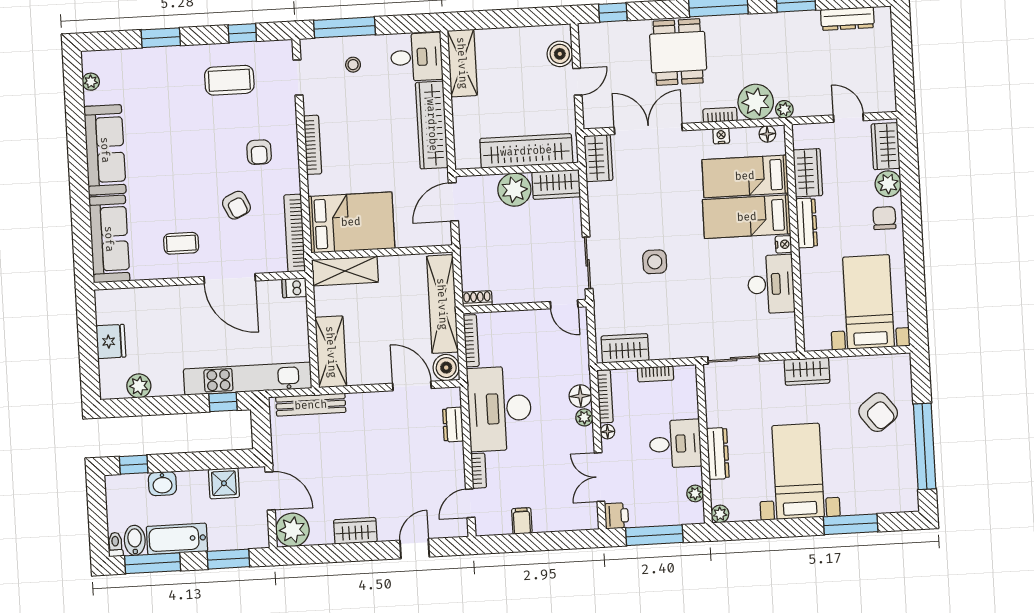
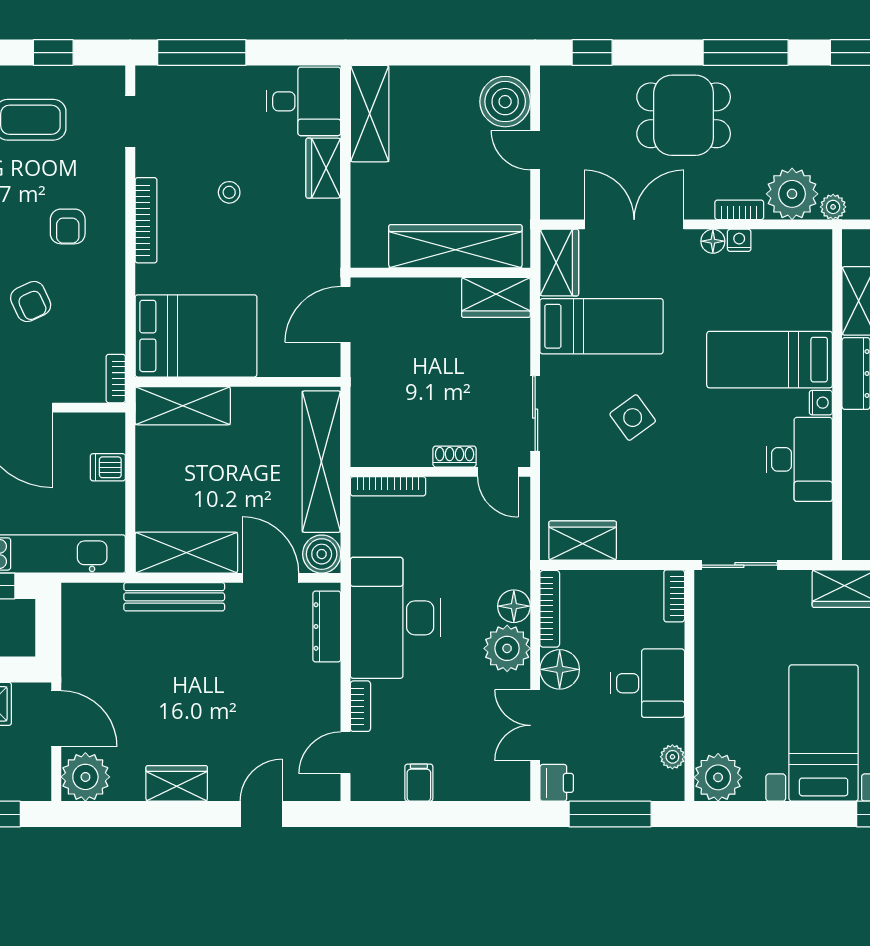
dining table: (678, 52) -> (684, 115), turned 90
boiler: (560, 54) -> (505, 102), width x1.37, depth x1.37
stool: (353, 65) -> (229, 192), moved
door: (577, 82) -> (535, 150), swing flipped
wardrobe: (432, 125) -> (323, 168), width x0.48, depth x0.85
floor lamp: (767, 134) -> (713, 241), moved
bed: (745, 176) -> (602, 326), moved, turned 180
plant: (514, 190) -> (435, 301), removed
bookcase: (295, 233) -> (116, 379), width x0.43, depth x0.76
side table: (655, 262) -> (633, 418), turned -36
dishwasher: (294, 288) -> (108, 467), moved
shoe rack: (477, 299) -> (455, 457), moved
bookcase: (471, 341) -> (388, 486), moved, turned 90
shelving: (331, 352) -> (186, 553), moved, turned 90
bookcase: (655, 374) -> (674, 596), moved, turned 90
bench: (311, 405) -> (174, 597), moved
plant: (584, 417) -> (507, 648), width x1.88, depth x1.88
dresser: (453, 425) -> (327, 626), width x1.44
floor lamp: (608, 432) -> (560, 669), width x1.89, depth x1.89
dresser: (718, 453) -> (709, 701), removed
plant: (720, 514) -> (718, 777), width x1.87, depth x1.87

